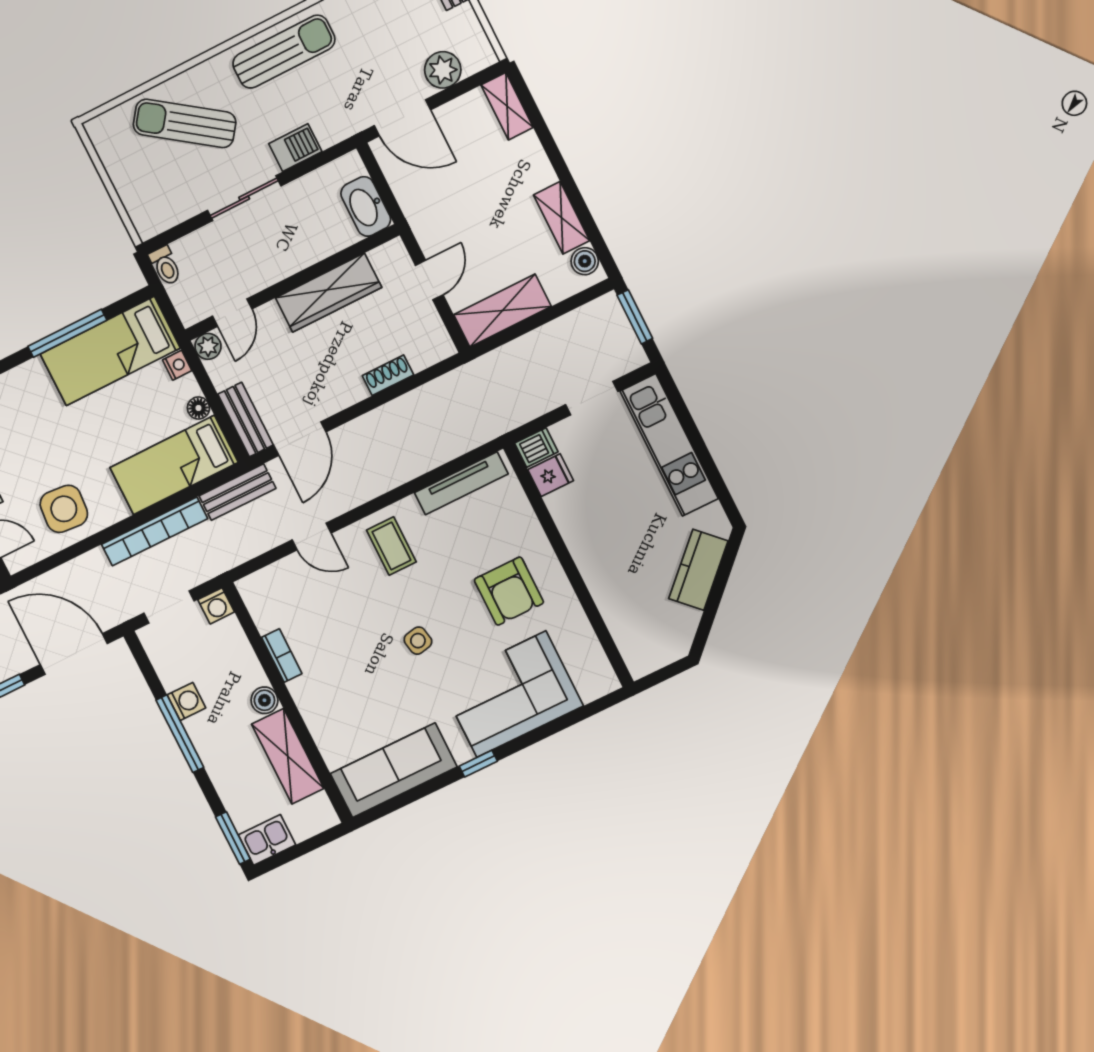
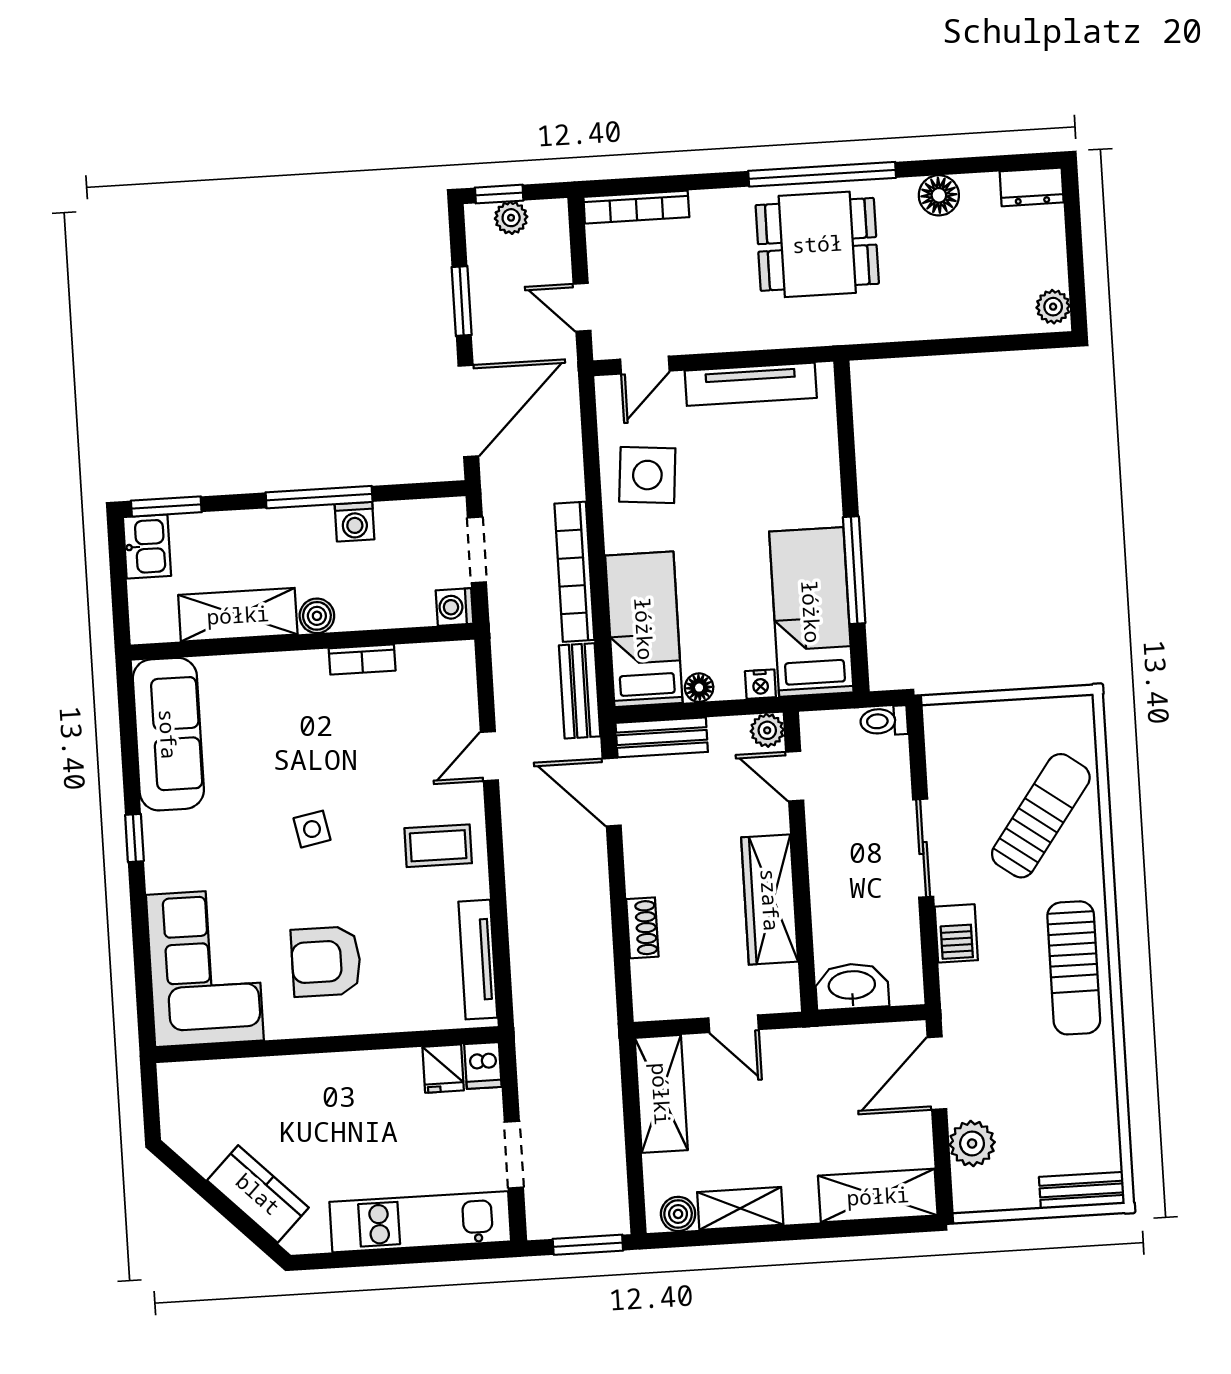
shelving: (507, 106) -> (878, 1196), width x1.50, depth x1.33
corner sofa: (511, 694) -> (205, 968), moved

